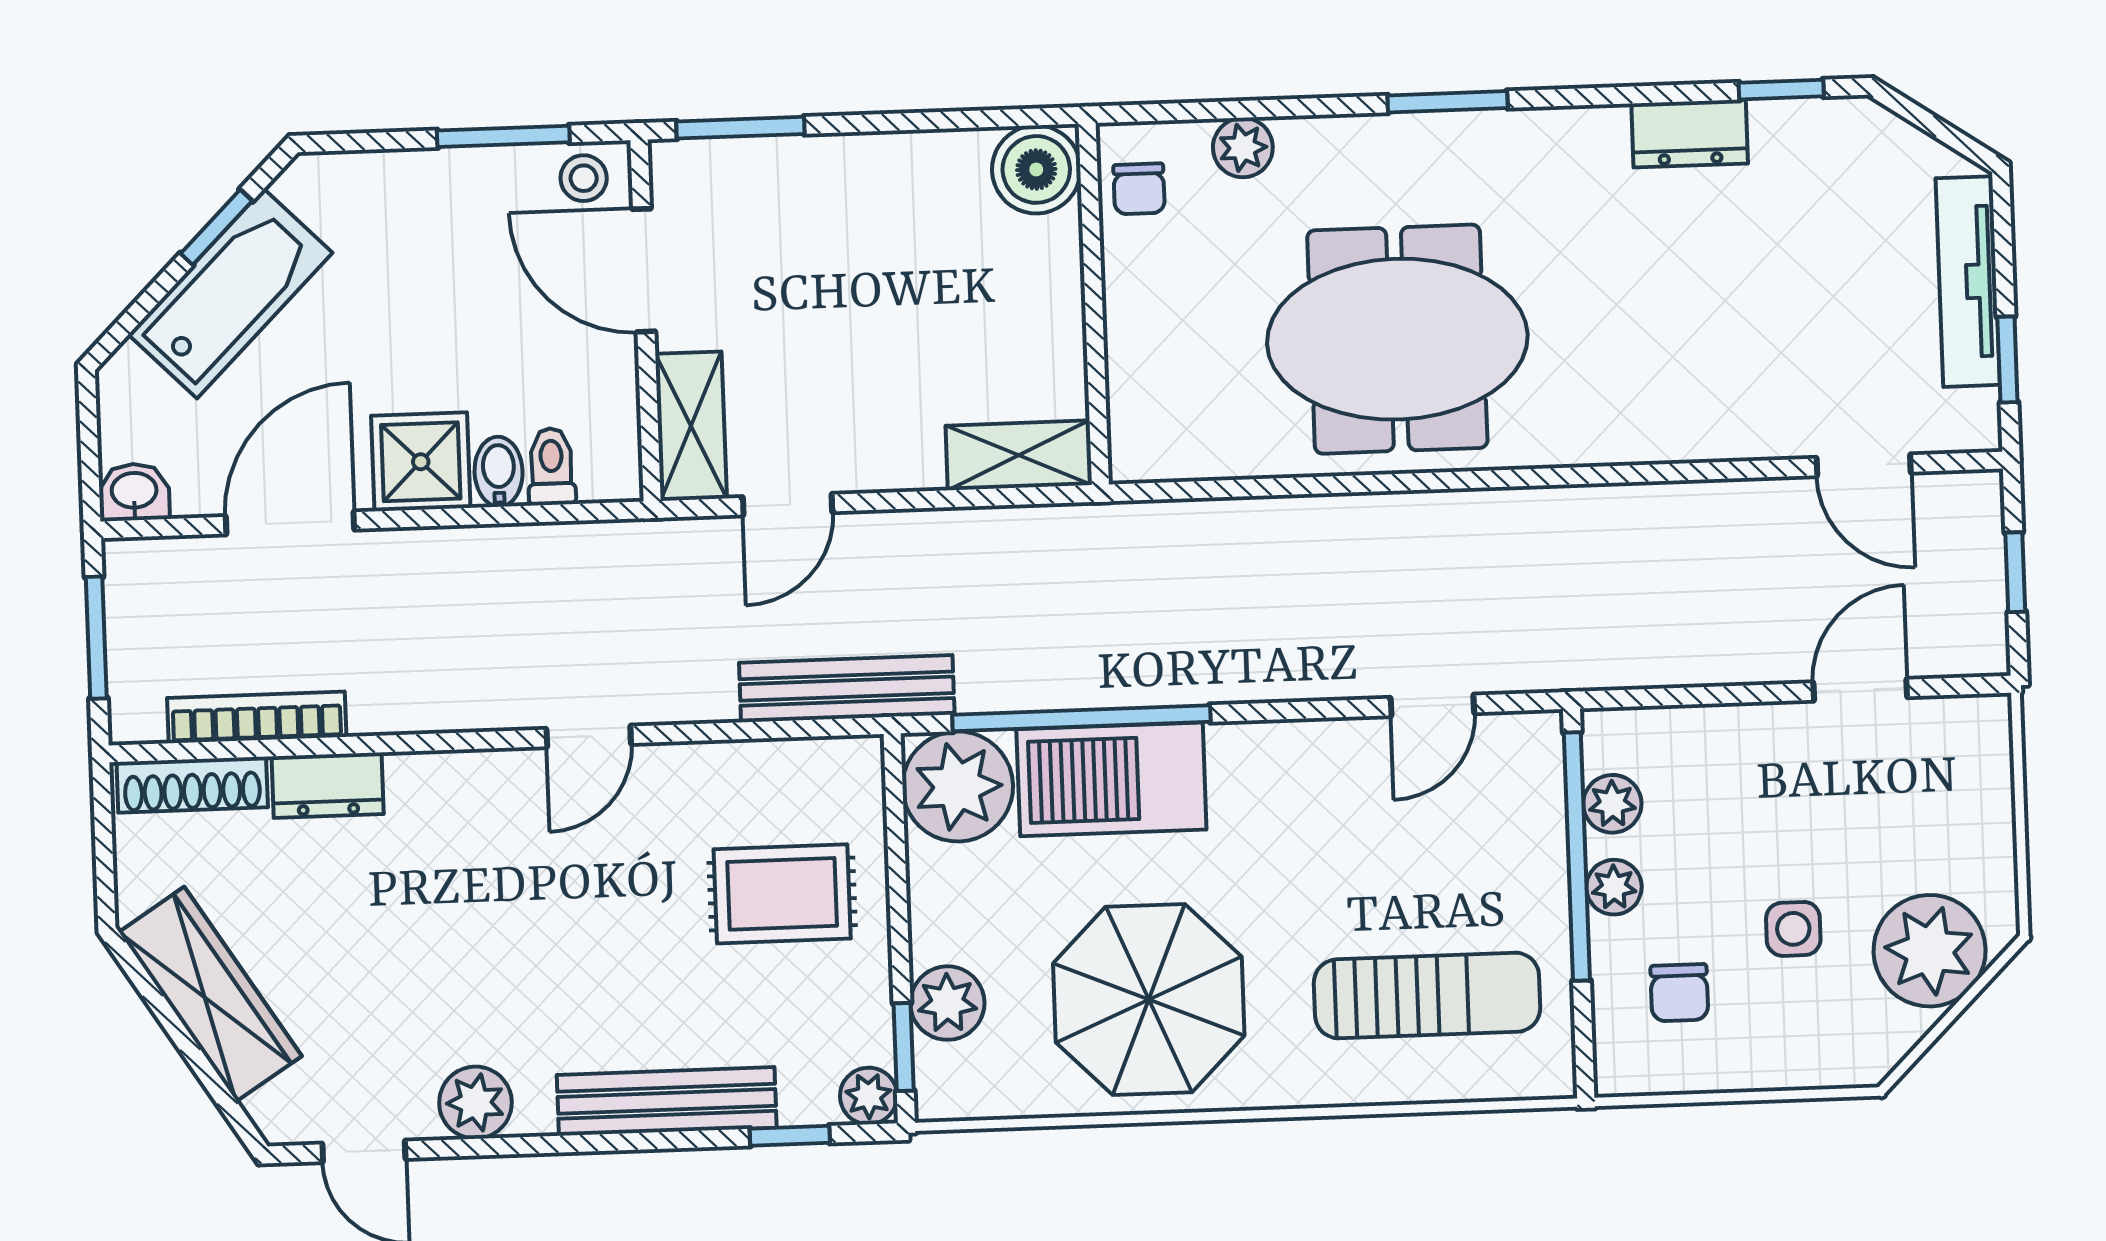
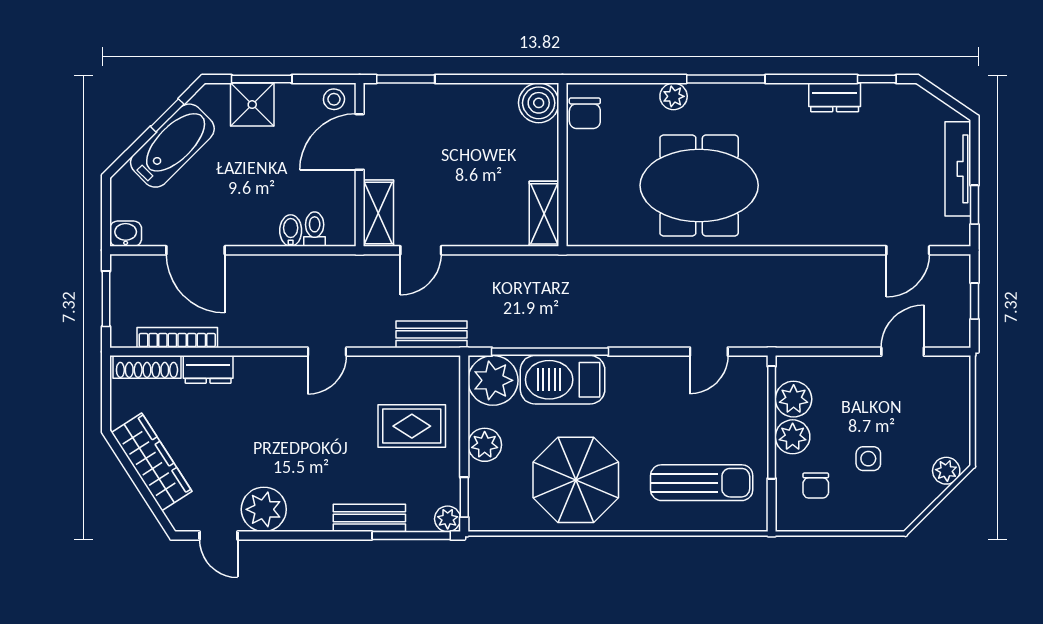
window: (1448, 102) -> (726, 79), width x1.44
window: (503, 136) -> (262, 79), moved
plant: (1243, 148) -> (674, 96), moved
chair: (1139, 189) -> (585, 113), width x1.37, depth x1.37
door: (644, 270) -> (360, 142), hinge flipped
shelving: (1019, 455) -> (544, 214), moved, turned 90
shower: (421, 462) -> (252, 105), moved
door: (1864, 465) -> (908, 250), hinge flipped
door: (290, 523) -> (196, 250), swing flipped
bench: (847, 689) -> (432, 334), width x0.73
plant: (1612, 804) -> (794, 399), width x1.38, depth x1.38
plant: (1614, 887) -> (793, 437), width x1.38, depth x1.38
plant: (1930, 951) -> (946, 471), width x0.53, depth x0.53
plant: (947, 1003) -> (485, 445), moved
bench: (667, 1101) -> (369, 518), width x0.73
plant: (475, 1103) -> (264, 509), width x1.36, depth x1.36
window: (790, 1136) -> (411, 535), width x2.17

